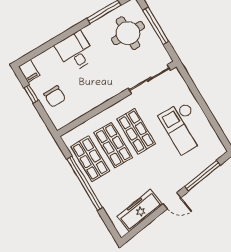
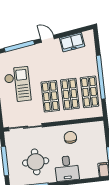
round table: (128, 33) -> (36, 162), moved
chair: (55, 96) -> (70, 137), moved
freezer: (140, 210) -> (72, 42), width x0.71

